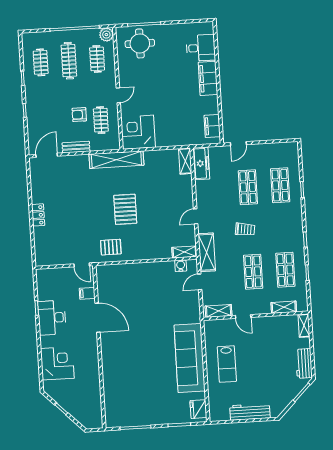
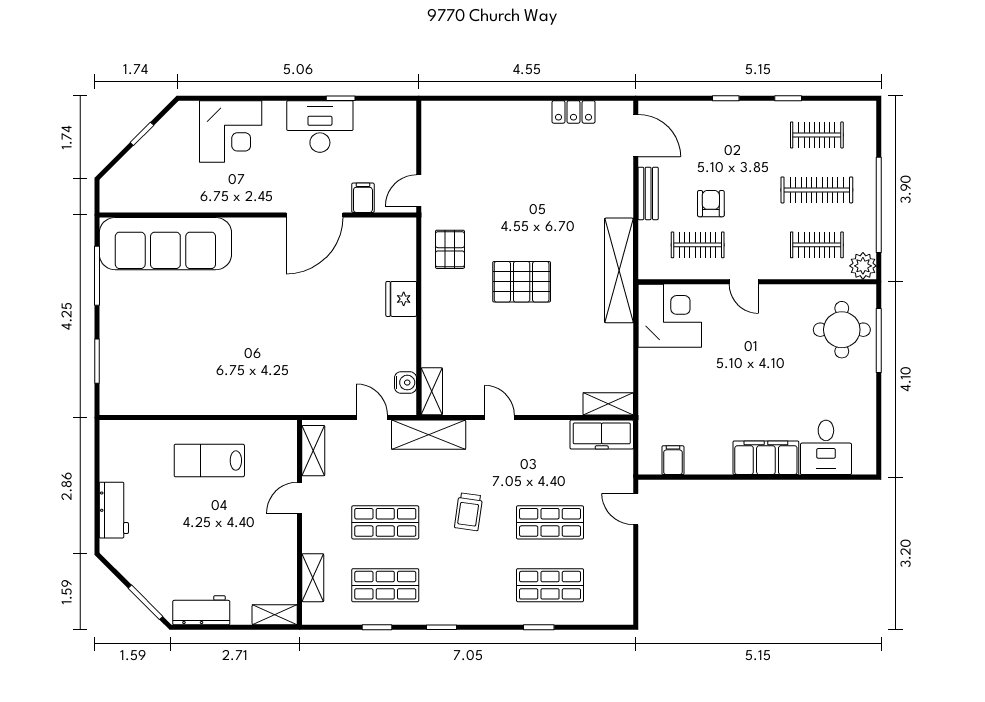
filing cabinet: (212, 126) -> (673, 460), width x0.50
locker: (38, 215) -> (574, 112), moved
sofa: (190, 358) -> (165, 244), moved, turned 180
fridge: (198, 409) -> (401, 299), moved, turned -90
workbench: (250, 412) -> (114, 510), width x0.73

